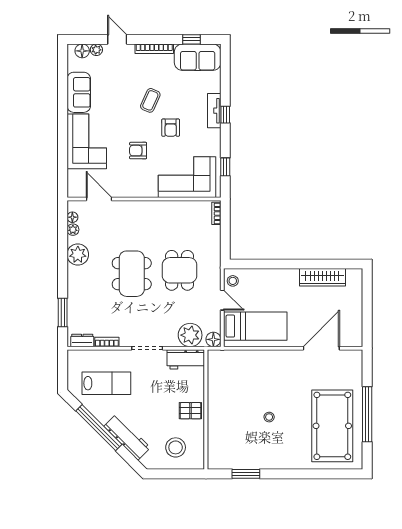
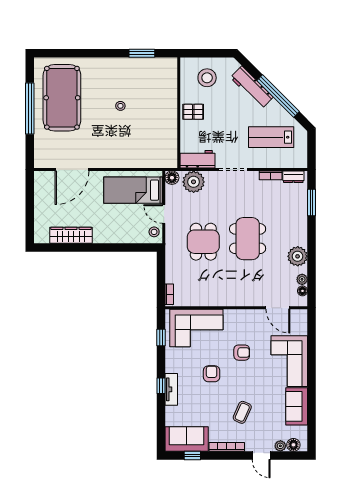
coffee table: (150, 100) -> (242, 412), moved

